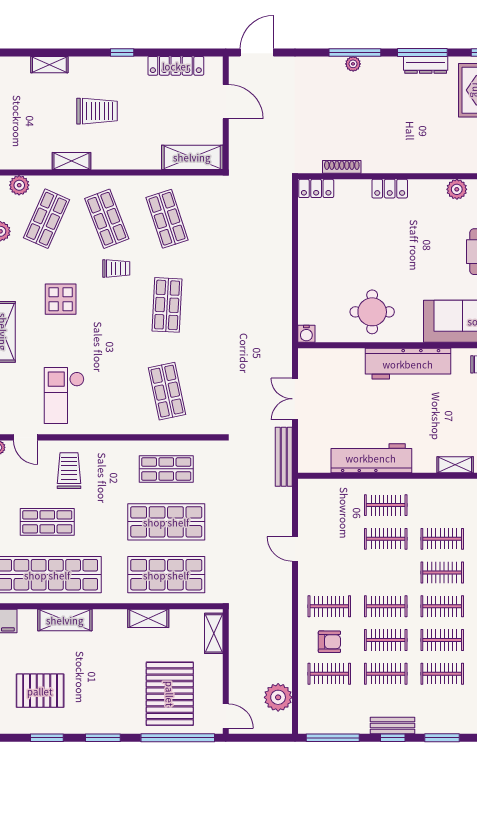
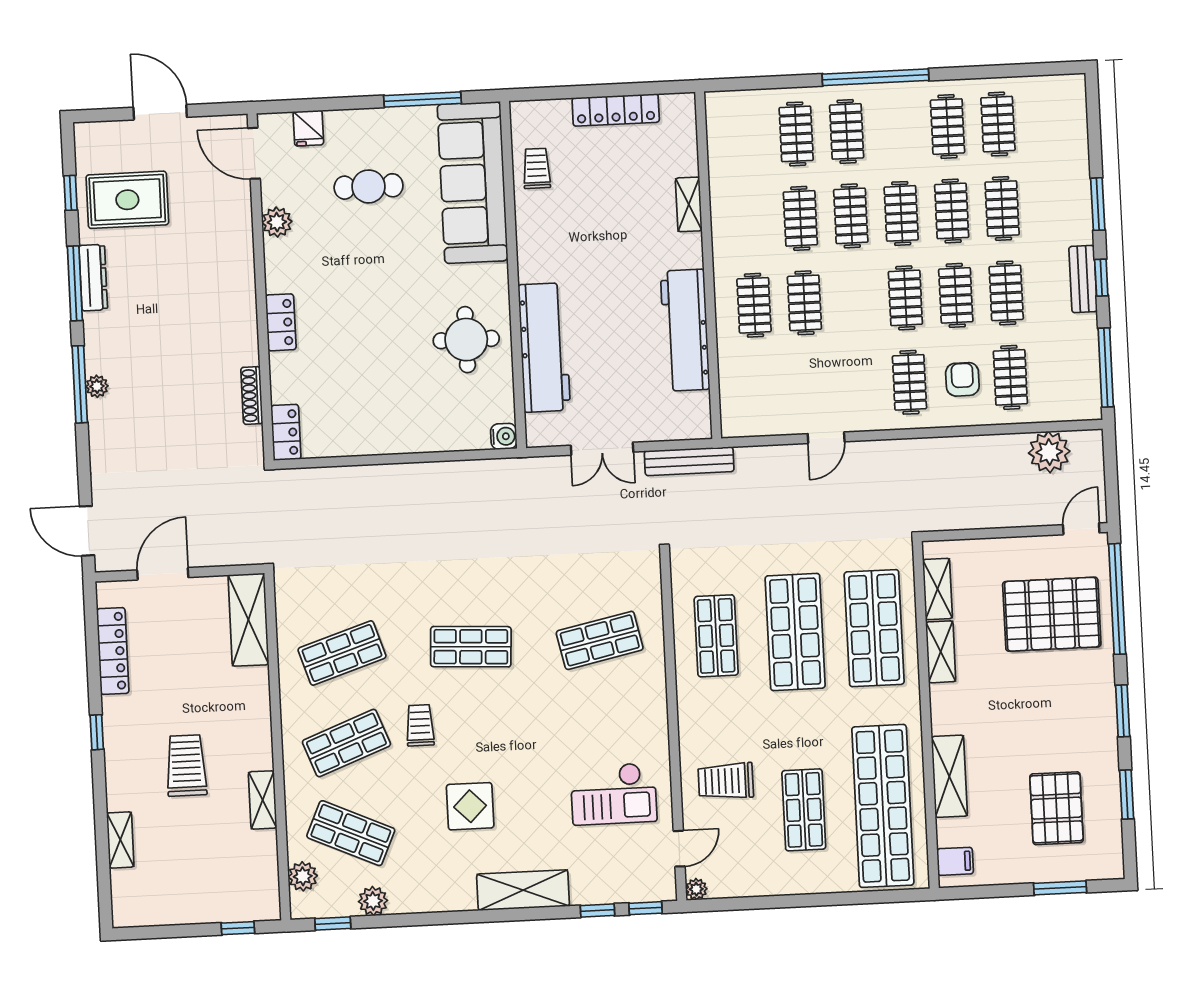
workbench: (408, 364) -> (544, 348), moved
shelving: (214, 633) -> (937, 589), moved, turned 90

